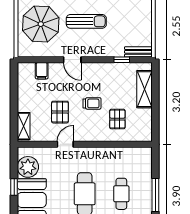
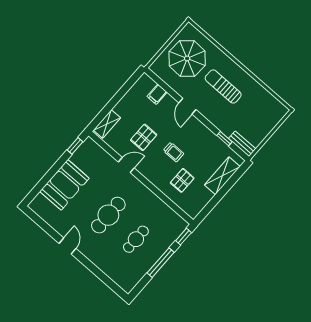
sun lounger: (86, 21) -> (223, 86), turned 180
window: (155, 161) -> (183, 237), added
plant: (28, 167) -> (83, 157), removed
window: (14, 187) -> (75, 146), moved

